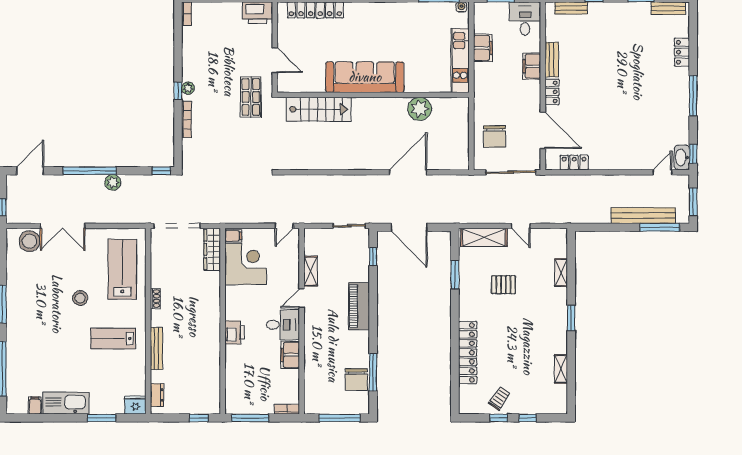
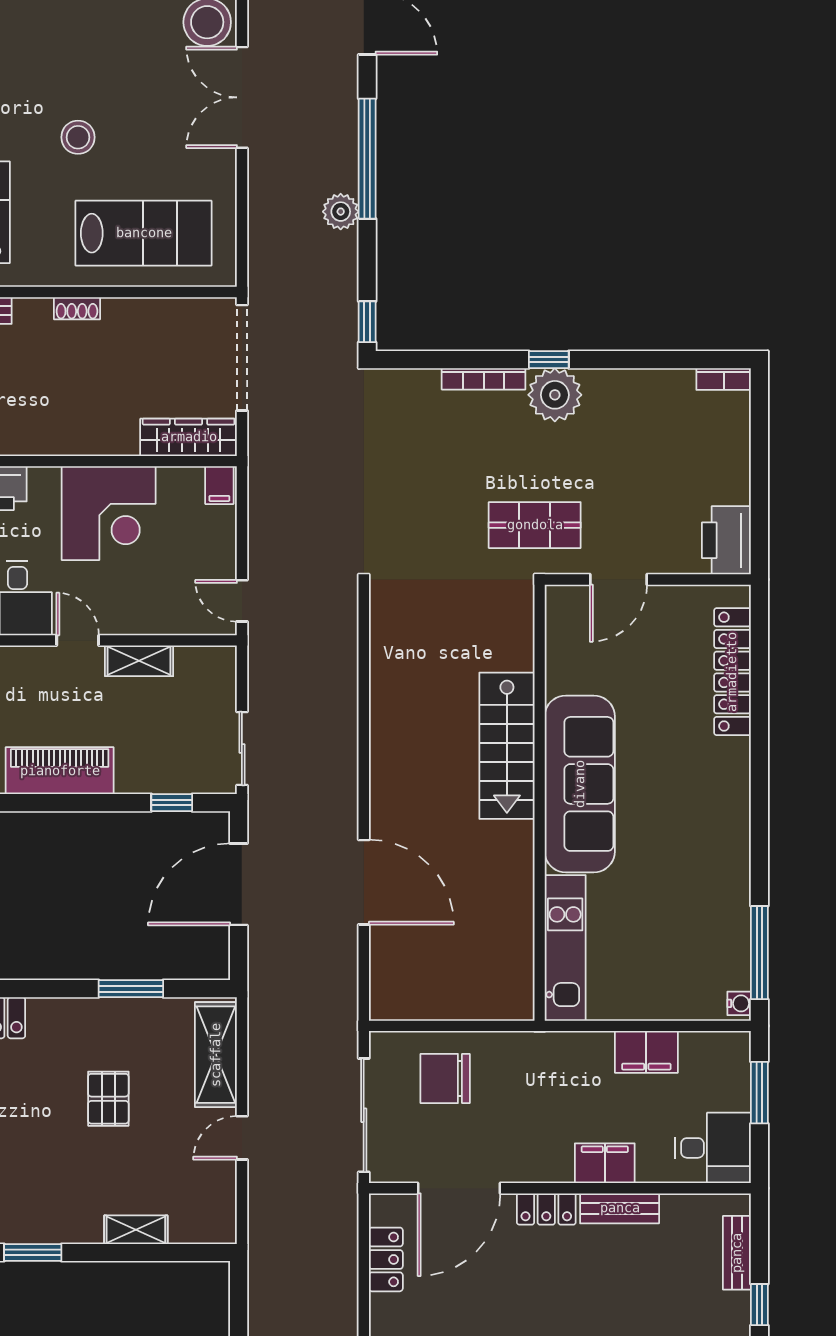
kitchen unit: (460, 61) -> (565, 948), moved, turned 90
plant: (188, 88) -> (555, 395), width x1.88, depth x1.88
stairs: (319, 109) -> (507, 746), moved
plant: (420, 109) -> (508, 908), removed
corner desk: (246, 264) -> (109, 513), moved

